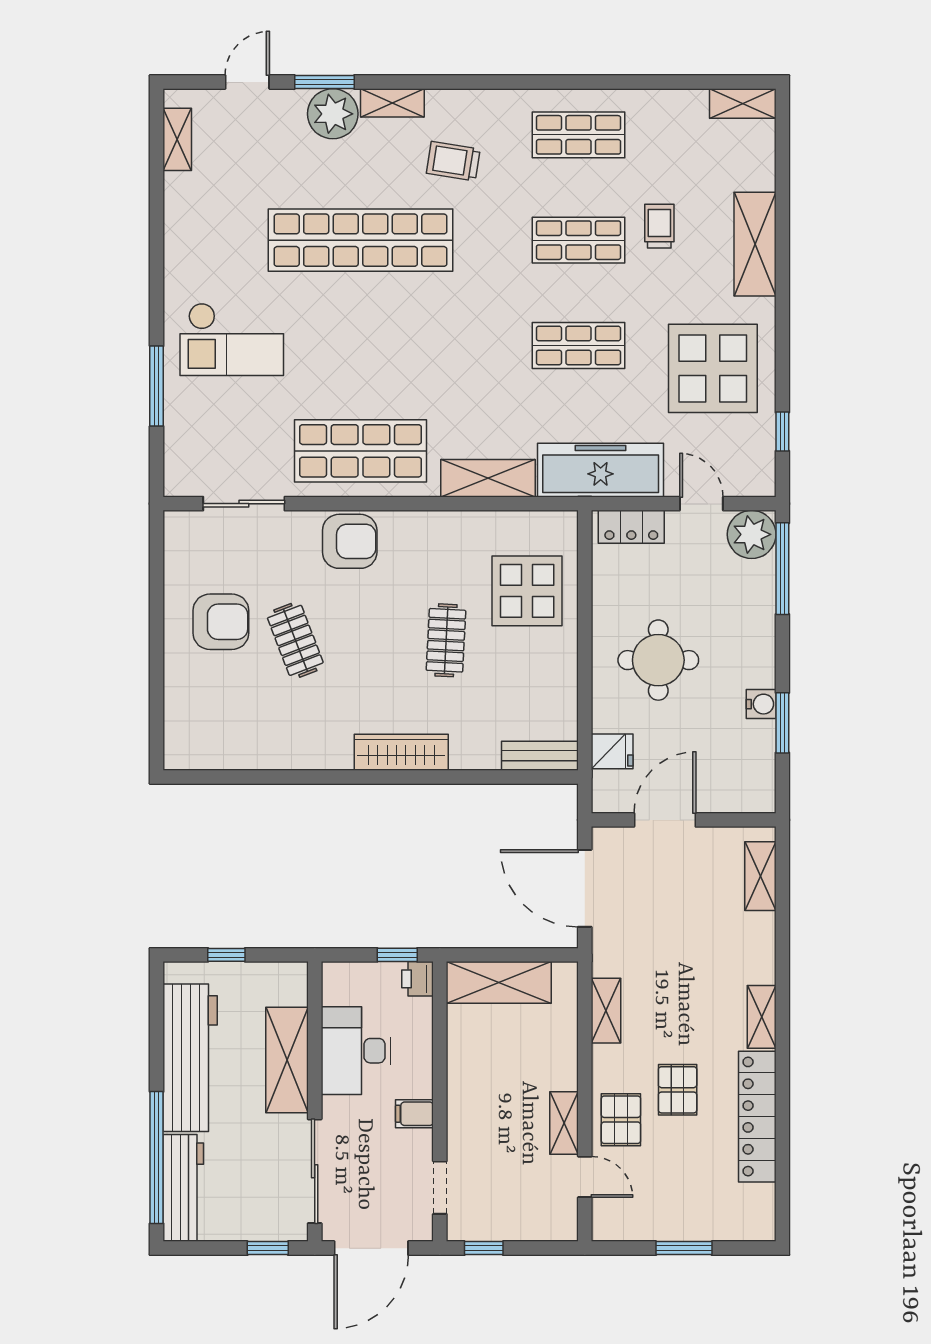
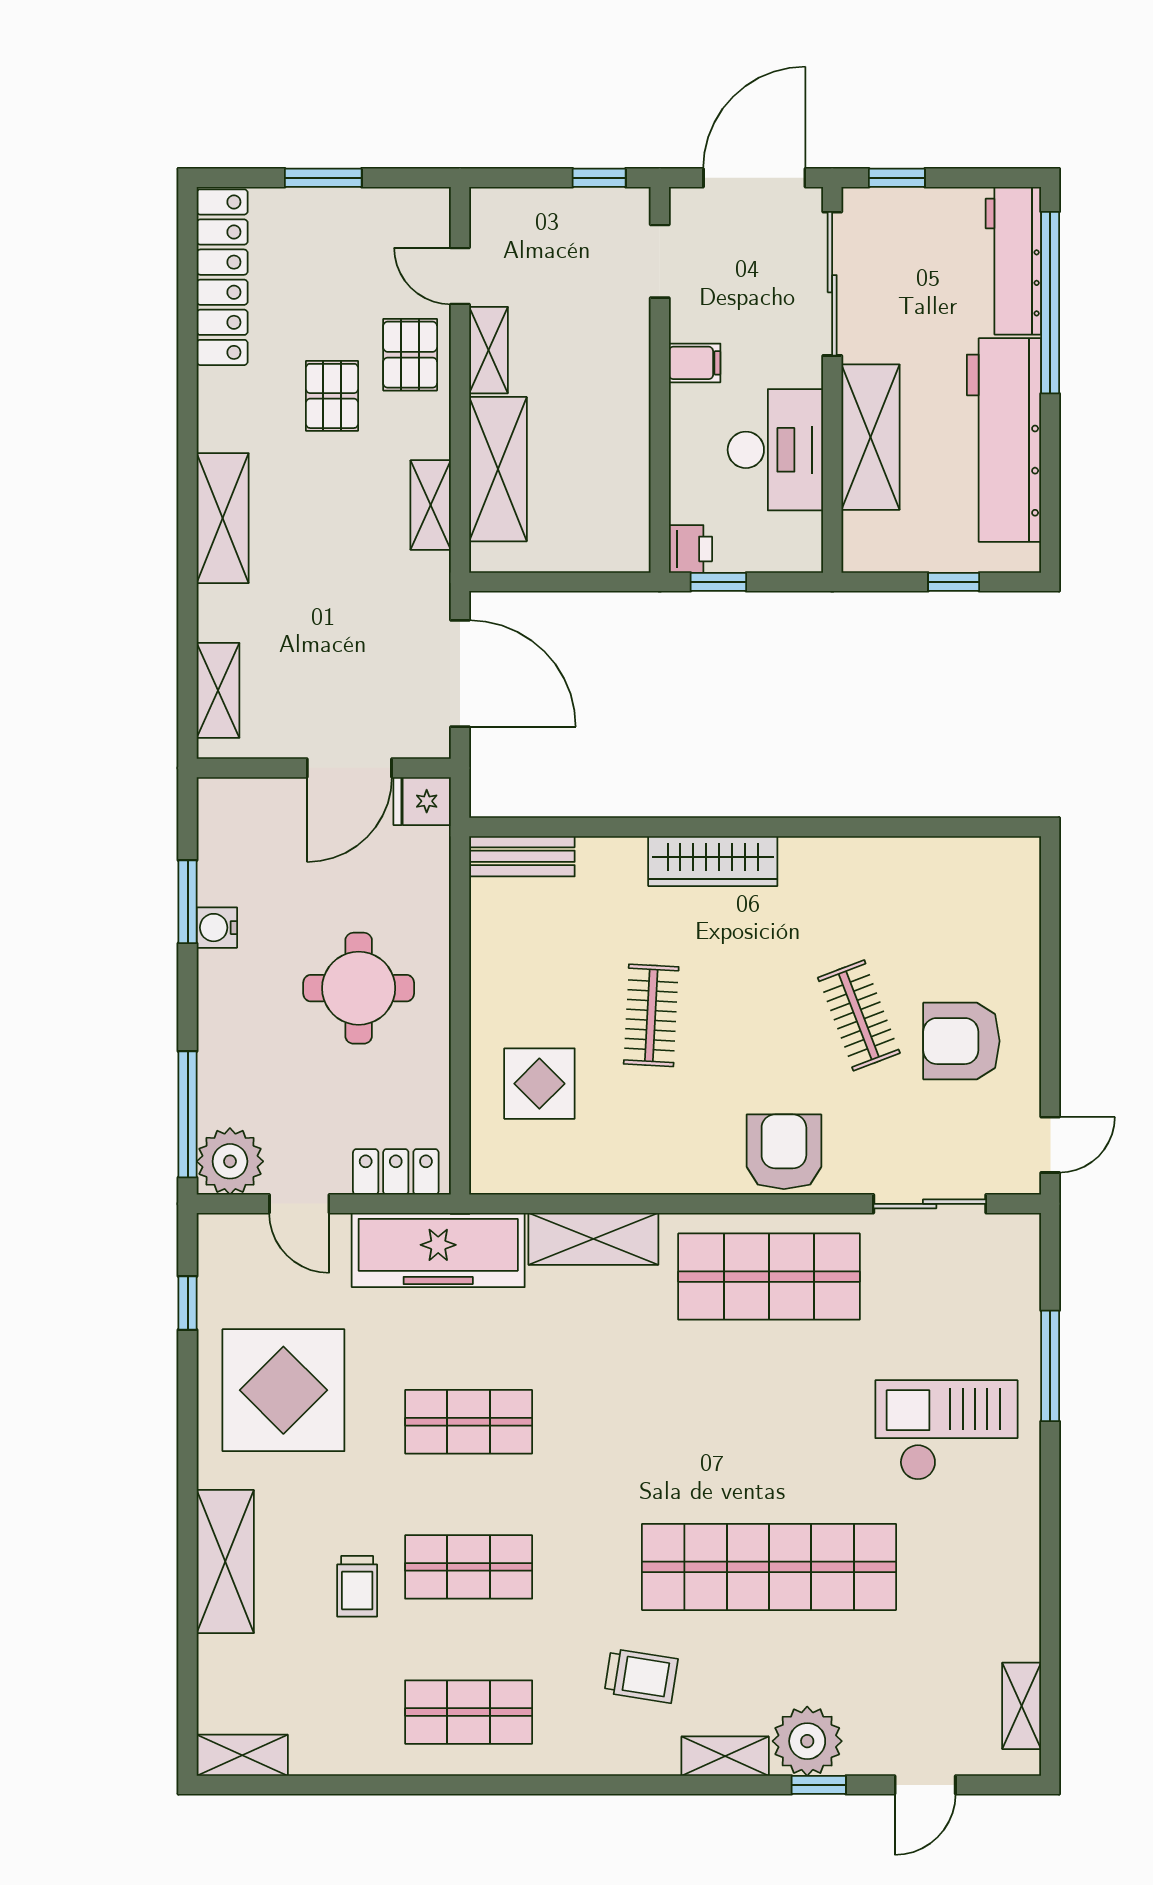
window: (324, 82) -> (819, 1785), width x0.67
armchair: (350, 541) -> (784, 1152), turned 90
door: (157, 546) -> (1050, 1145), added
display table: (527, 591) -> (539, 1084), width x0.73, depth x0.73
fridge: (612, 751) -> (422, 801), moved
shelving: (499, 982) -> (498, 469), moved, turned 90
shelving: (762, 1017) -> (223, 518), width x1.50, depth x1.33
locker: (757, 1117) -> (222, 277), moved

